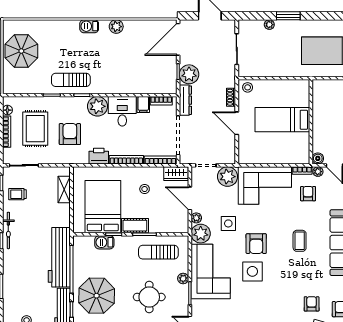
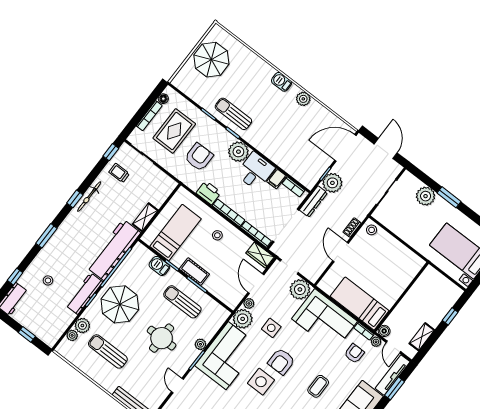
plant: (269, 25) -> (426, 196), width x1.87, depth x1.87
bed: (282, 120) -> (360, 304), moved
shelving: (64, 189) -> (145, 217), moved
stool: (145, 189) -> (217, 235), moved
bed: (103, 207) -> (175, 233), width x0.67
sun lounger: (158, 252) -> (182, 302), moved

